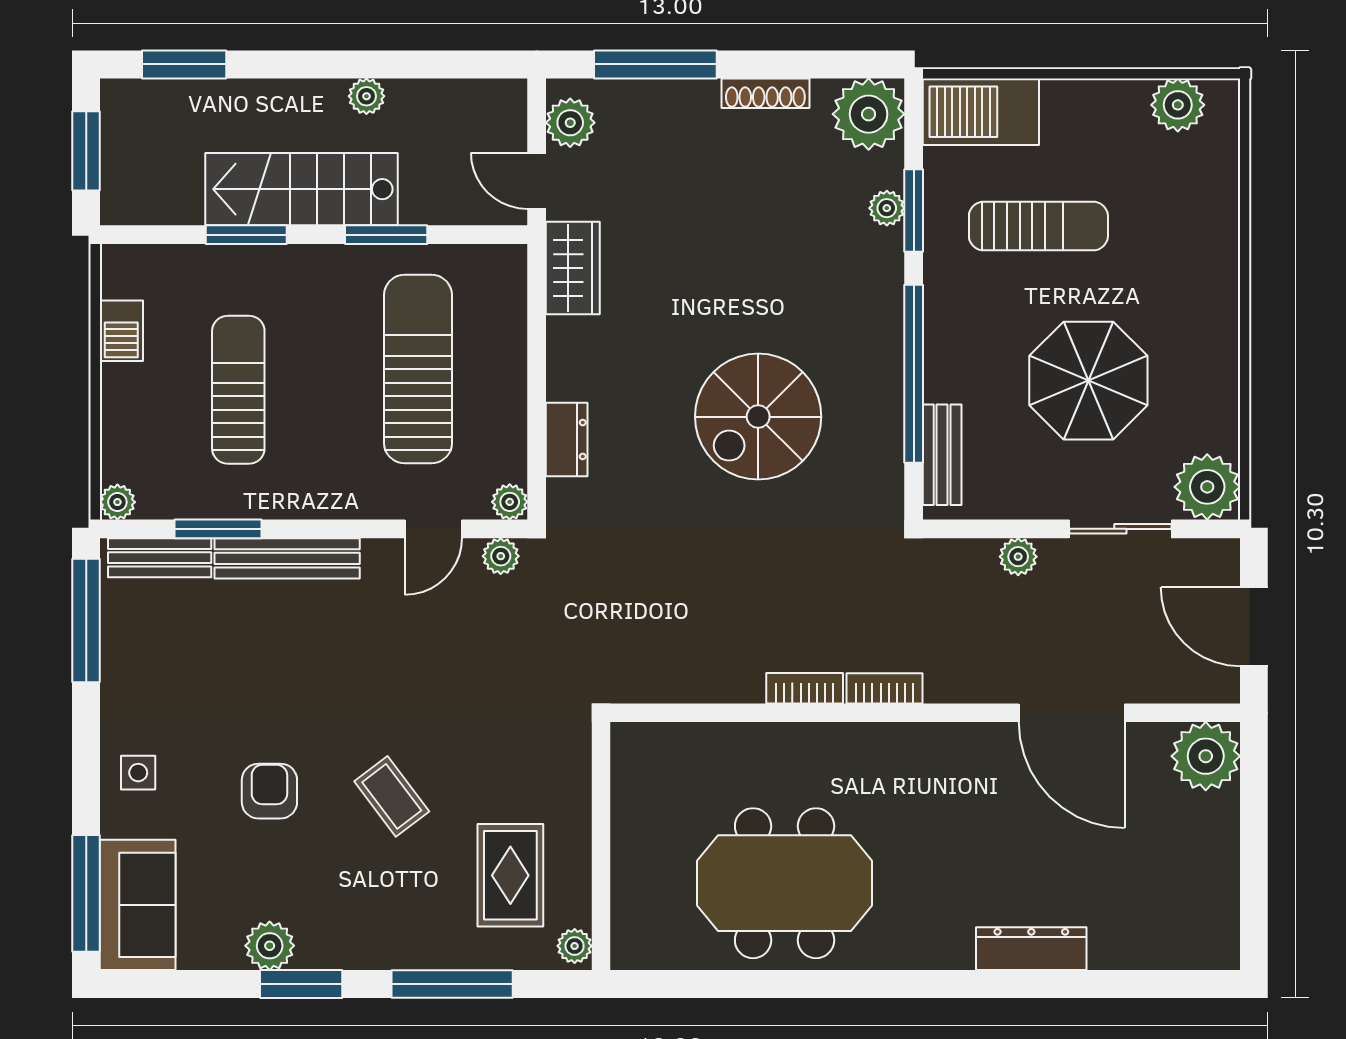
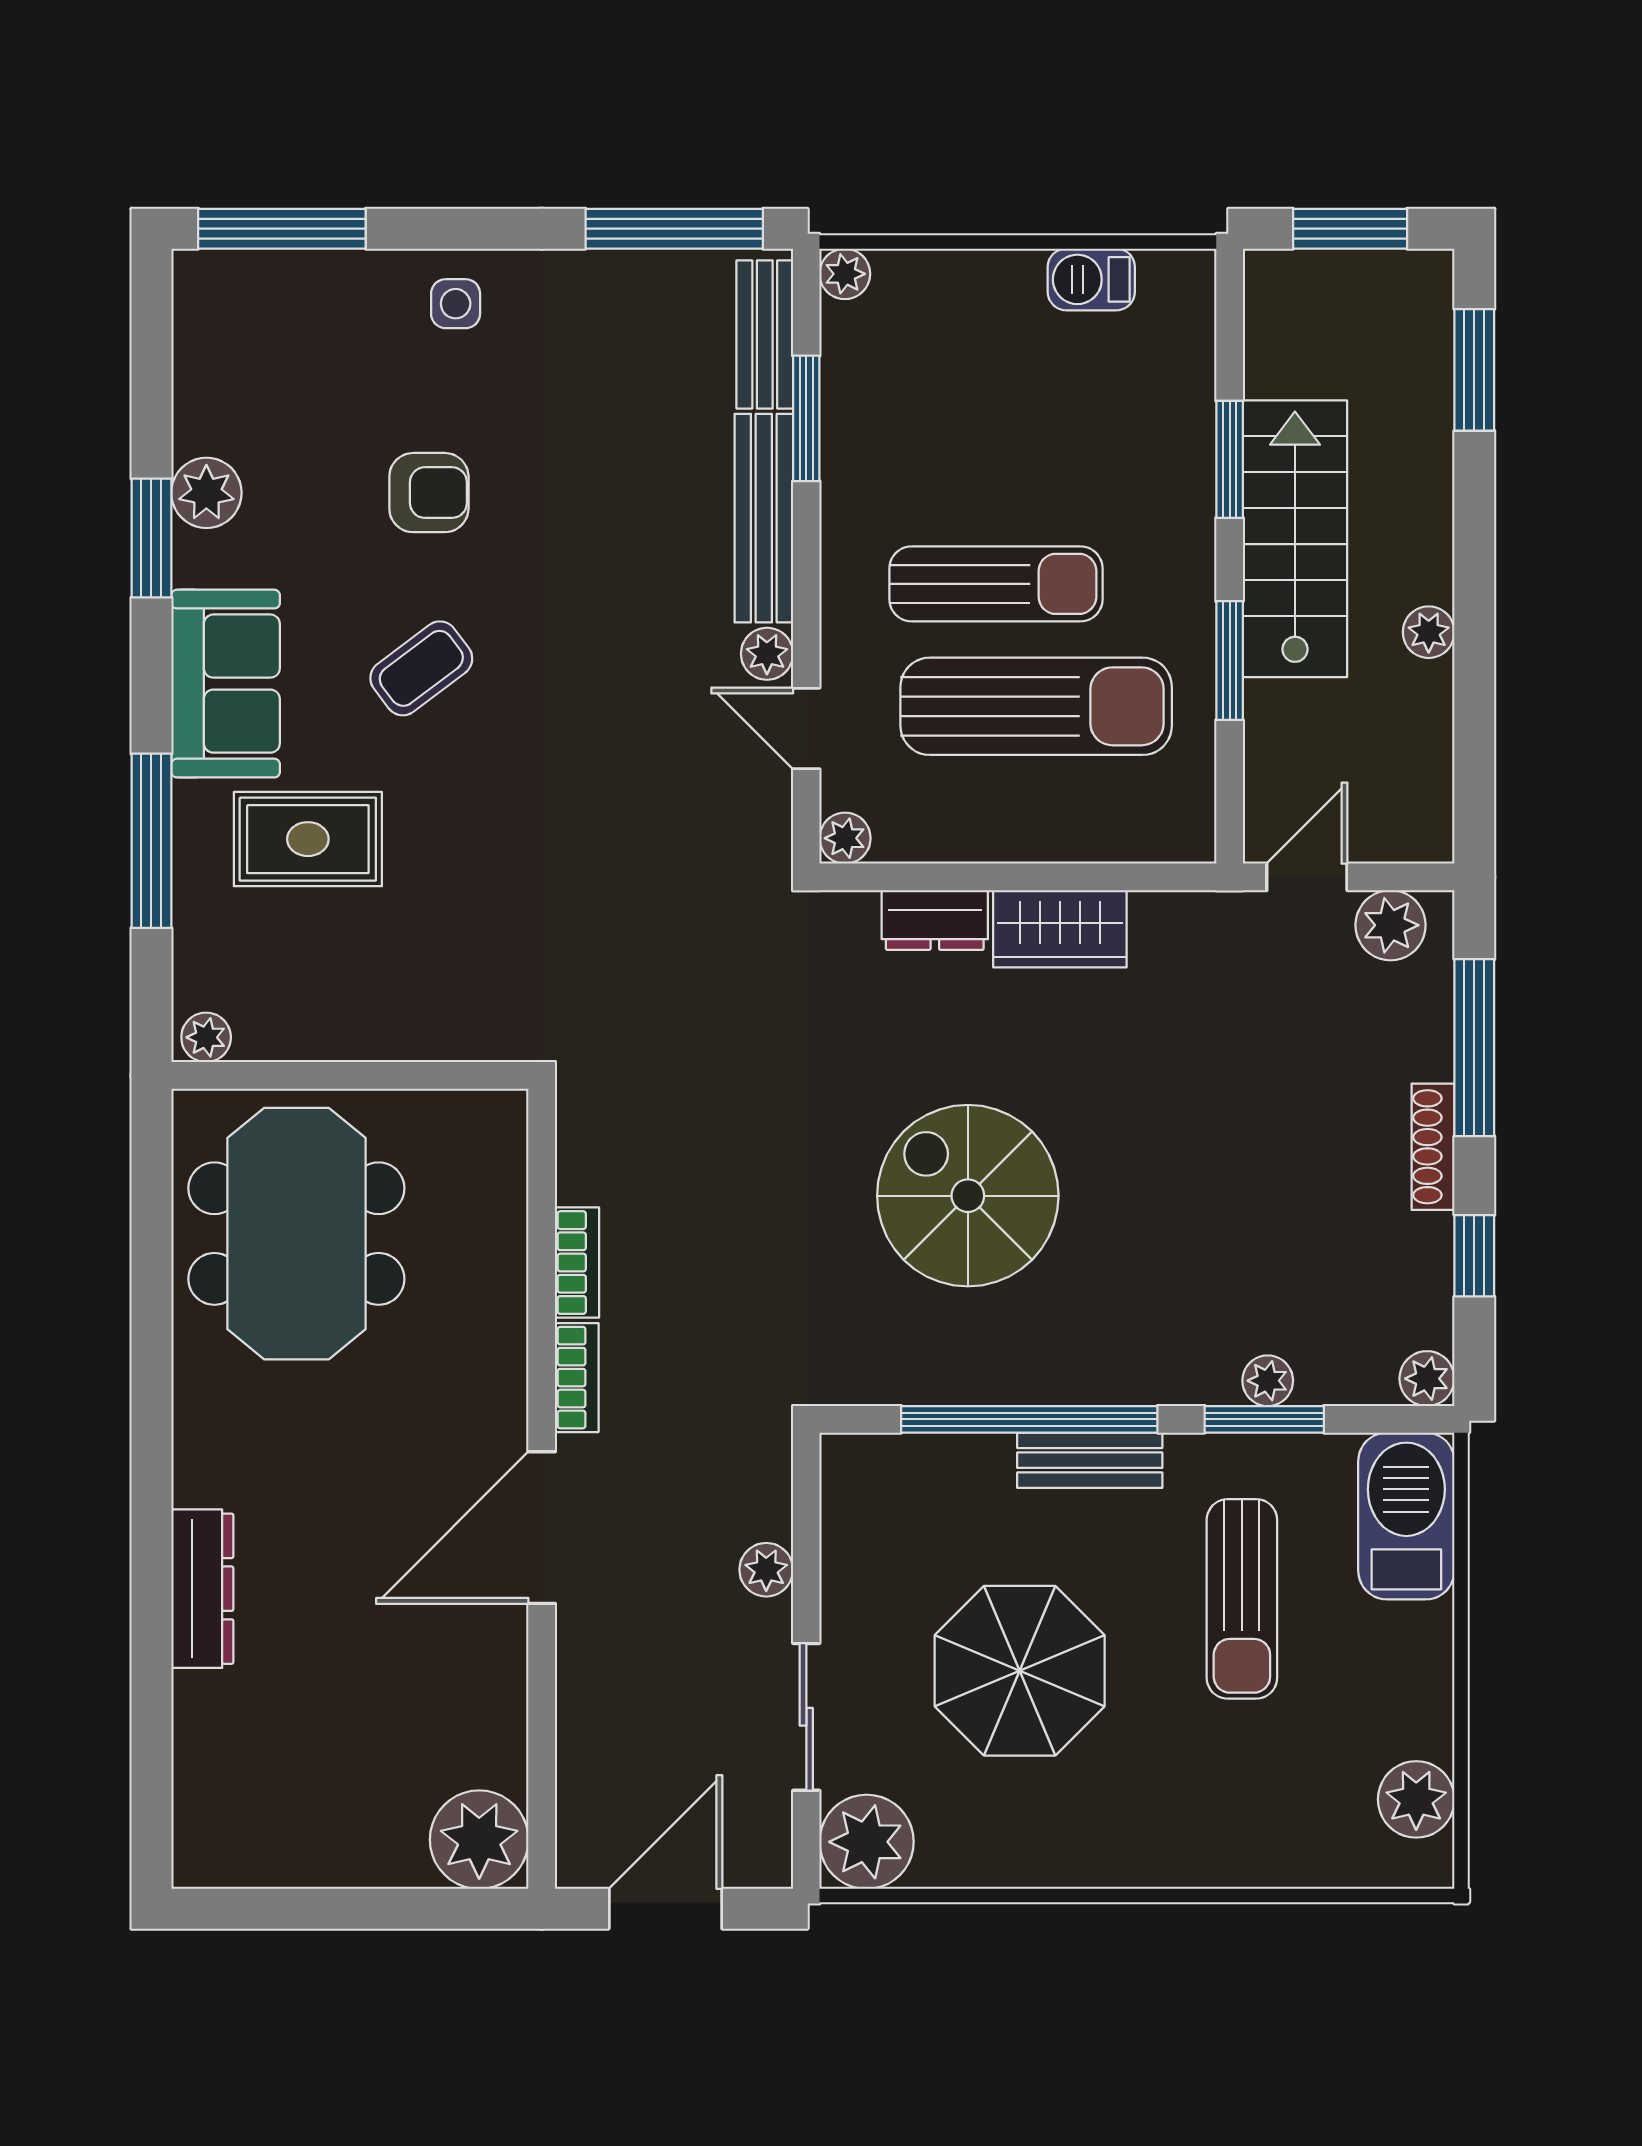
window: (800, 64) -> (1474, 1256), added
shoe rack: (765, 93) -> (1433, 1147), moved
plant: (869, 114) -> (1427, 1379), width x0.53, depth x0.53
wardrobe: (573, 268) -> (1060, 929), moved
sun lounger: (238, 390) -> (996, 584), moved
bench: (942, 455) -> (1090, 1460), moved
plant: (501, 556) -> (767, 654), moved
door: (1072, 713) -> (542, 1528), moved
wall: (601, 846) -> (350, 1075), moved
sofa: (138, 905) -> (226, 684), moved, turned -90
plant: (575, 946) -> (206, 1037), moved
window: (452, 984) -> (151, 841), moved

